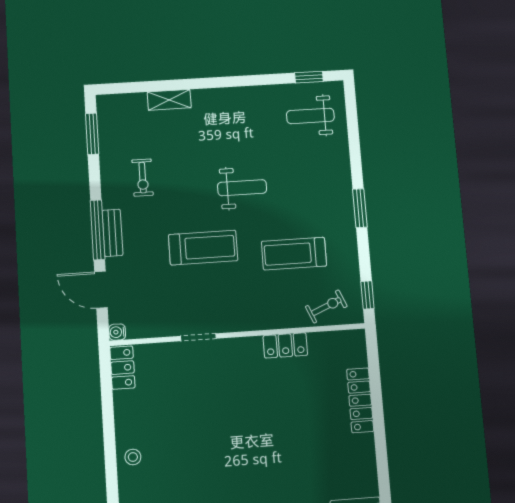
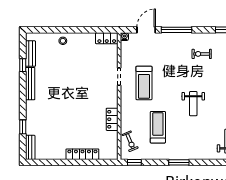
bench: (112, 233) -> (174, 37), removed
treadmill: (203, 248) -> (144, 83), moved

